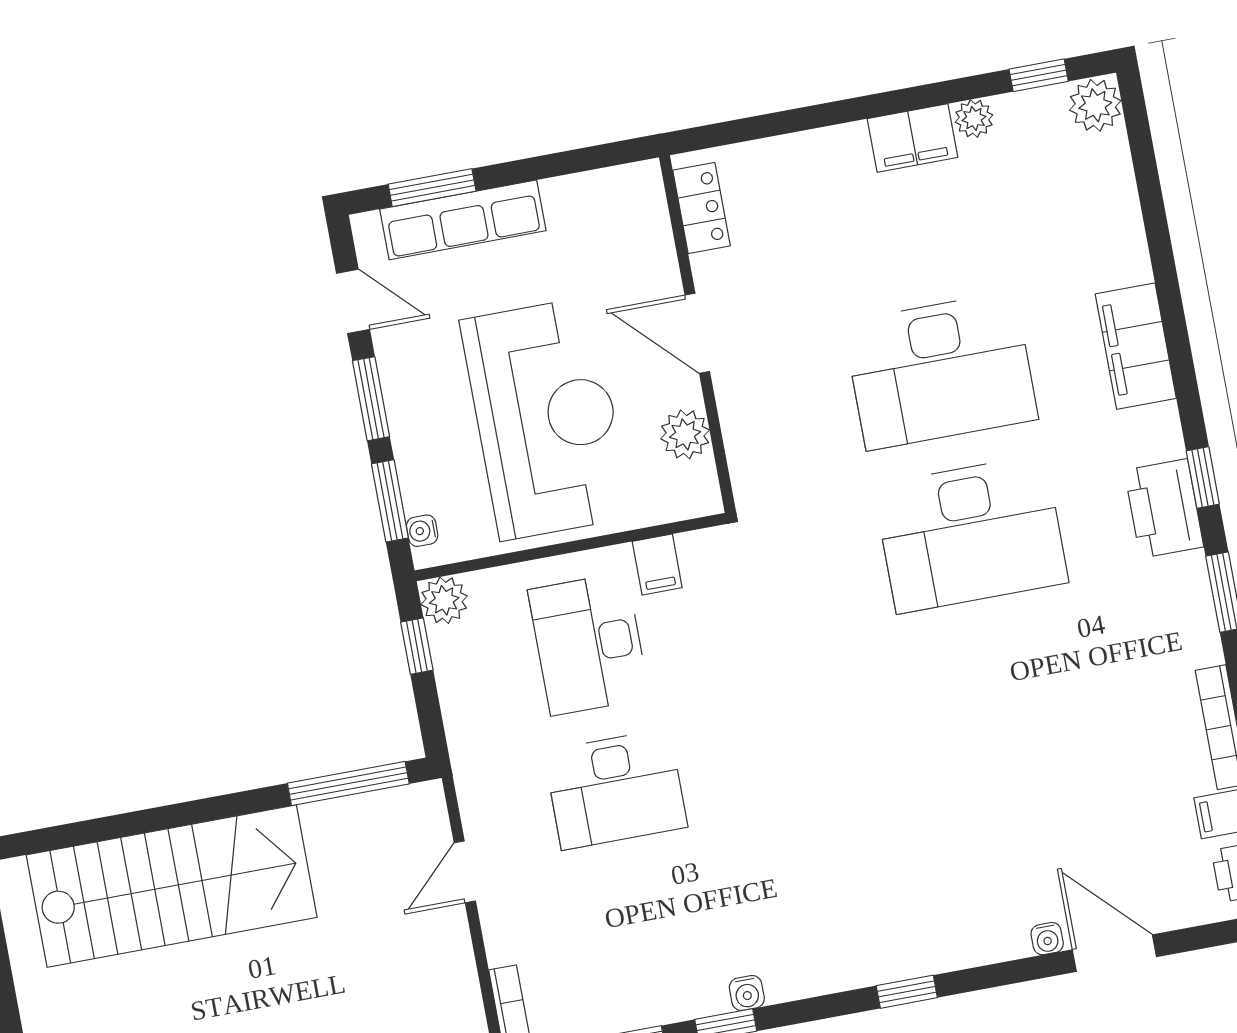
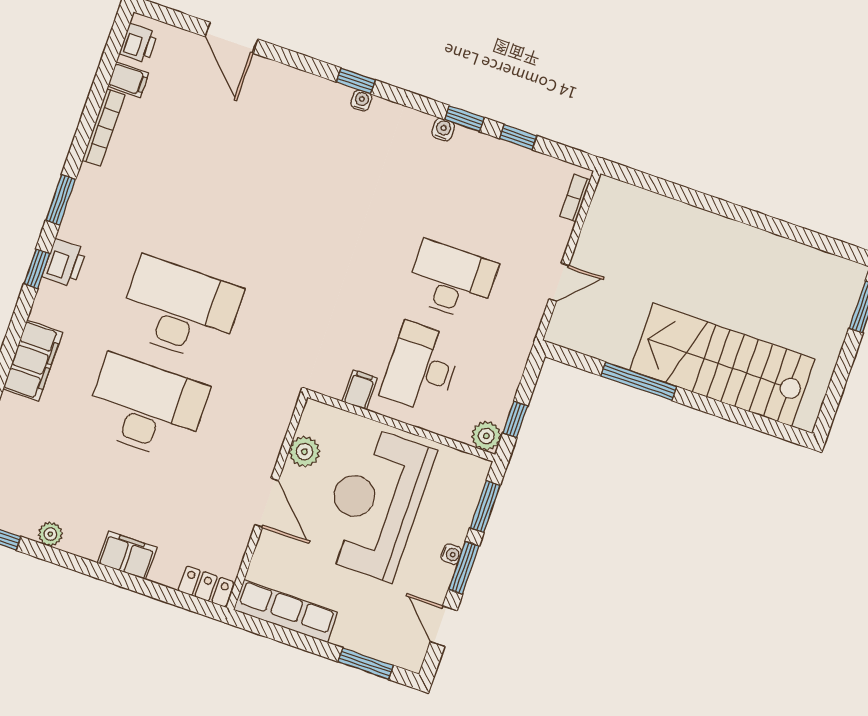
filing cabinet: (913, 138) -> (127, 555), moved
locker: (701, 208) -> (206, 586), moved, turned 90
row of seats: (463, 220) -> (285, 611), moved
printer: (1164, 508) -> (64, 263), width x0.73, depth x0.84
water cooler: (422, 531) -> (451, 554), moved
desk: (589, 644) -> (421, 368), turned 180
window: (348, 784) -> (639, 381), moved
water cooler: (1047, 939) -> (361, 100), moved

